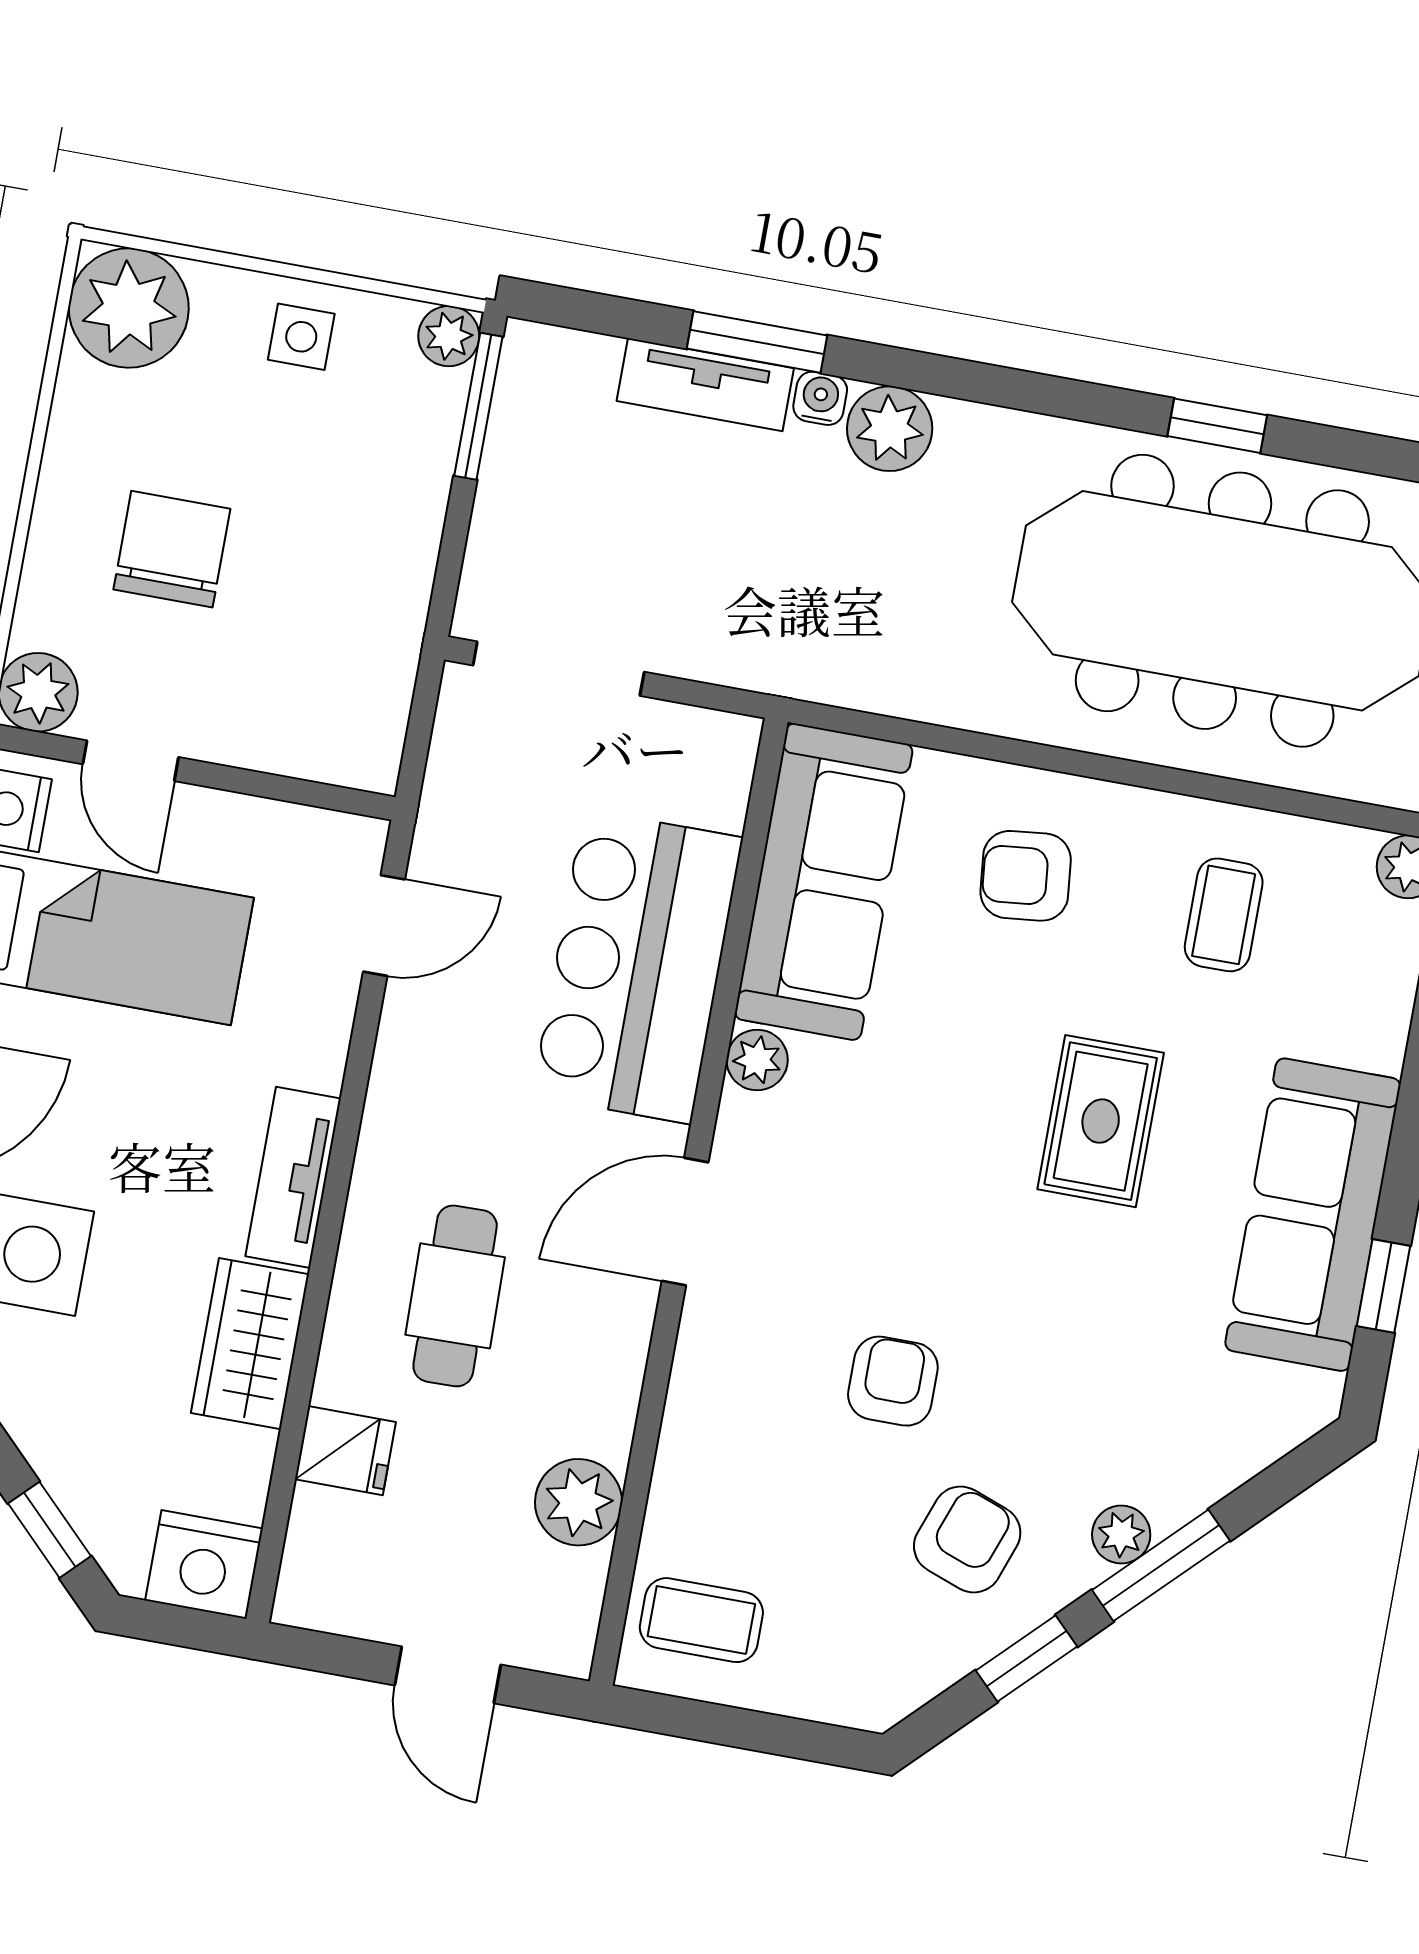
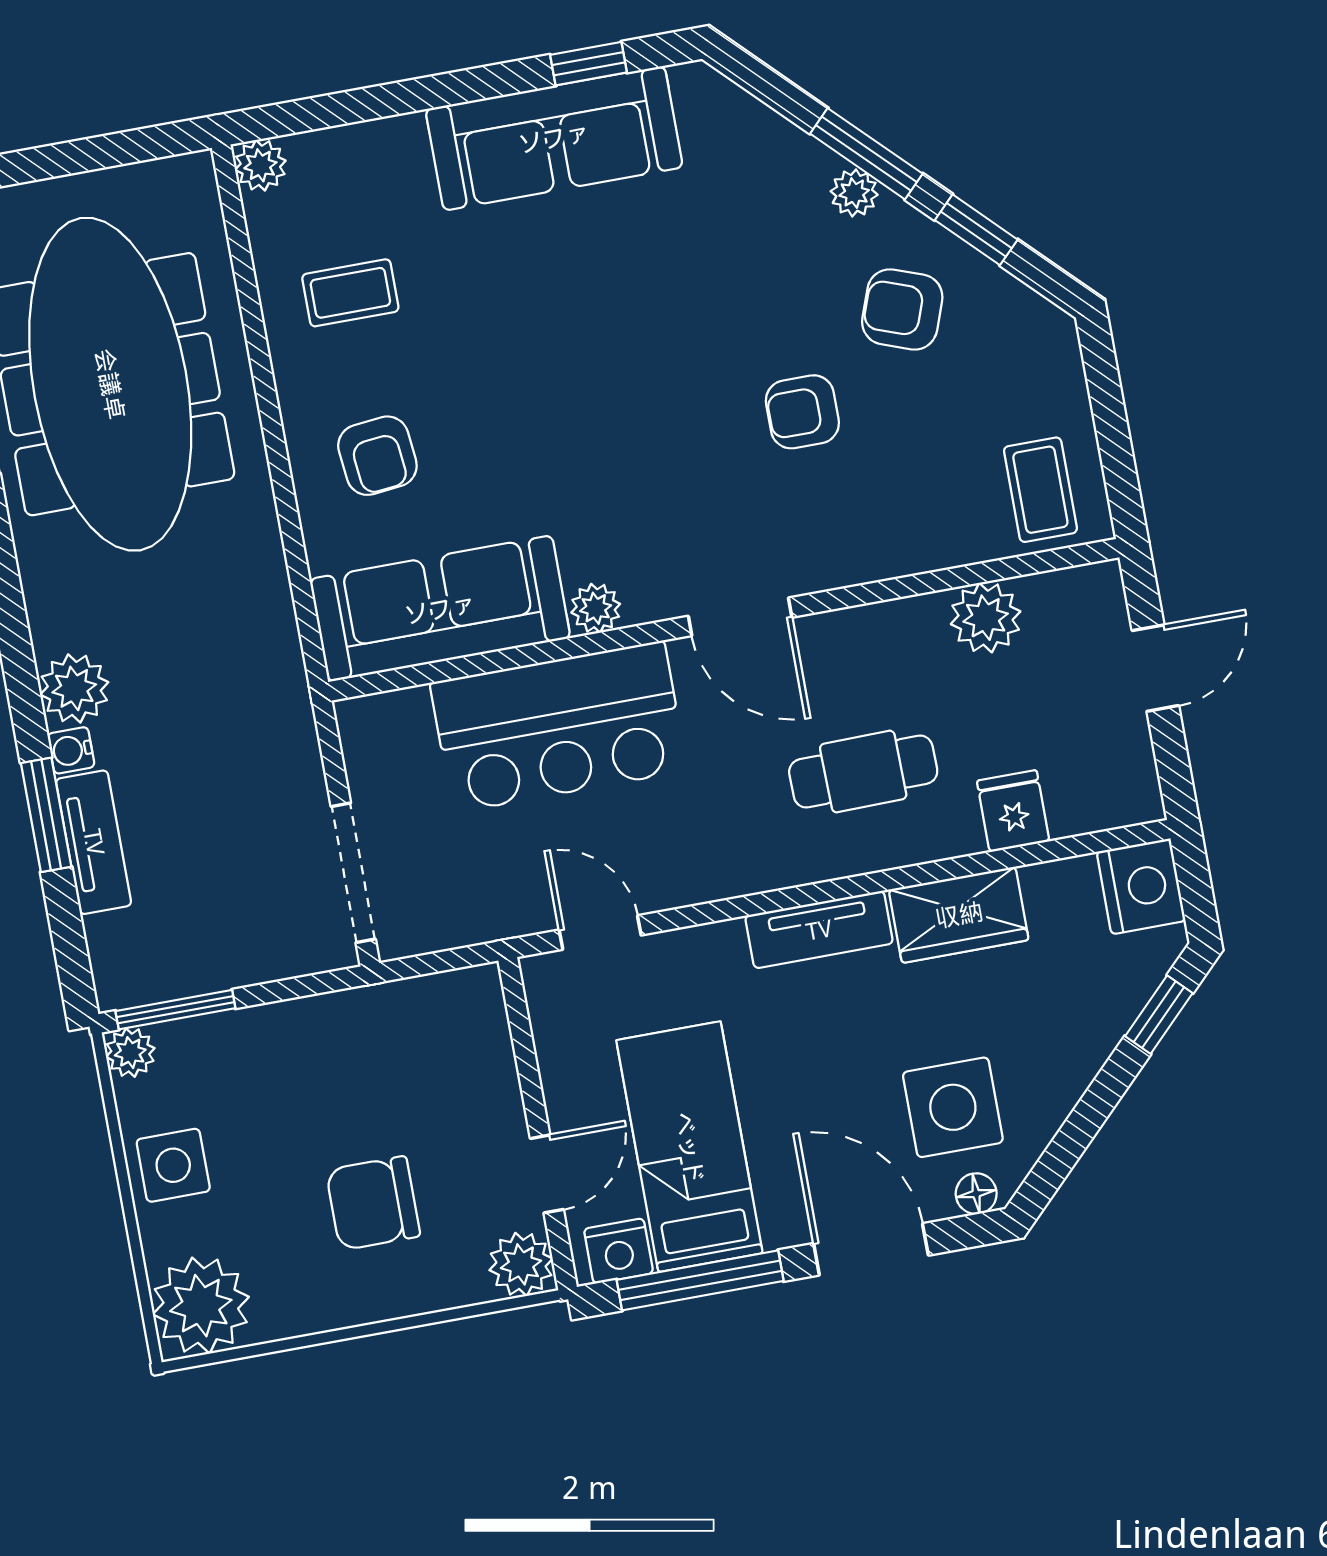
side table: (301, 337) -> (173, 1165), width x1.37, depth x1.37
rug: (1101, 1121) -> (544, 328), removed

